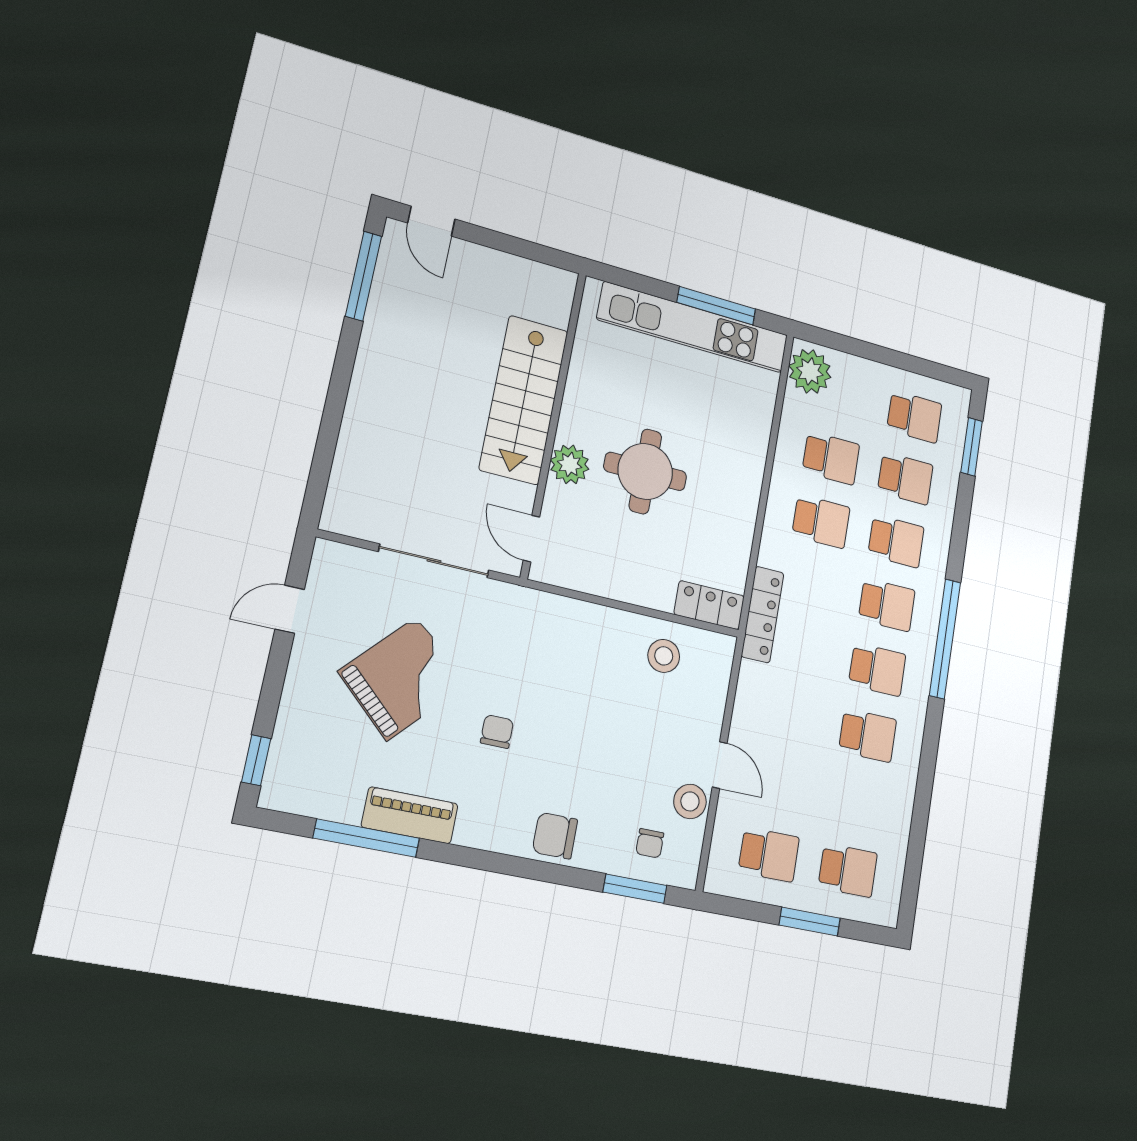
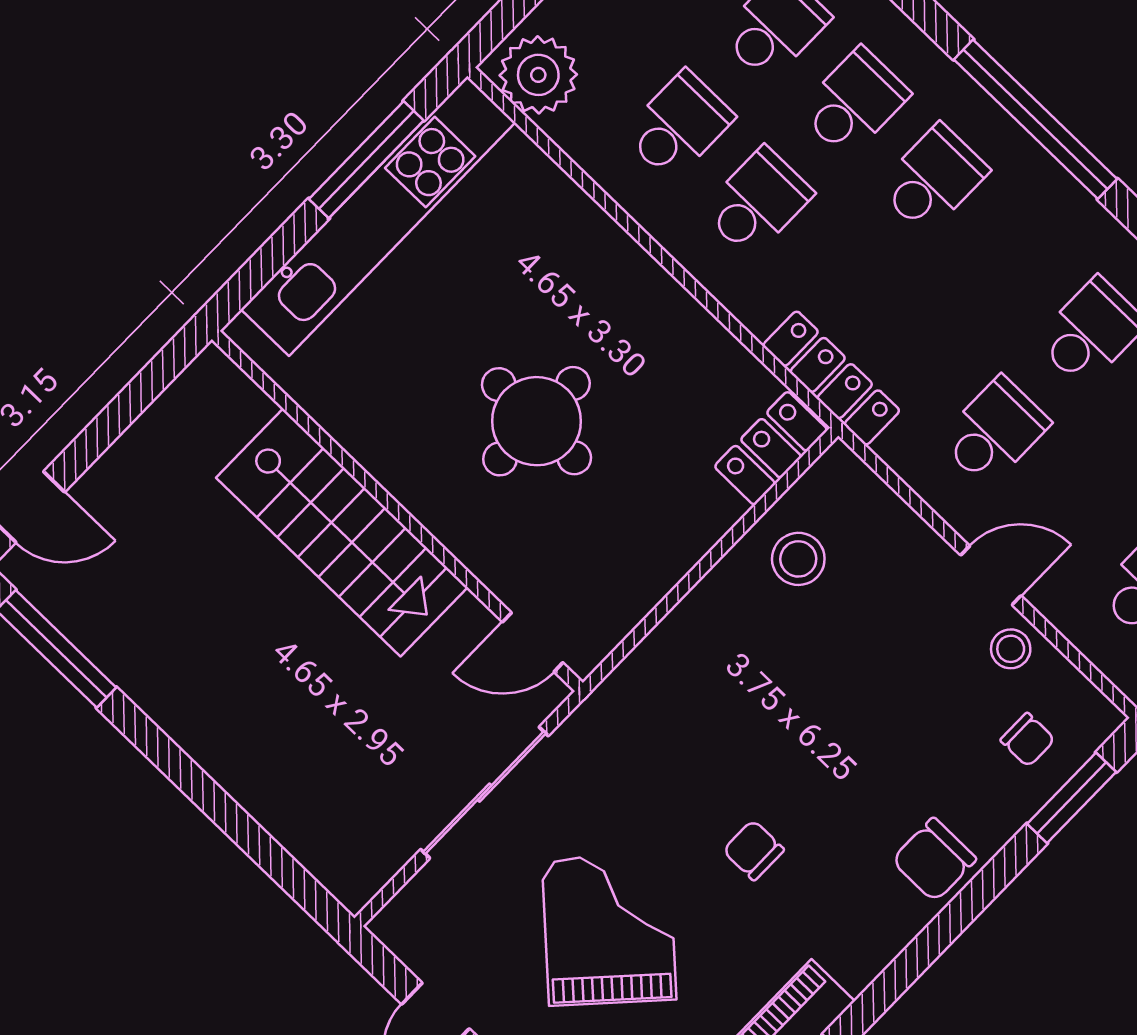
plant: (570, 464) -> (465, 524), removed
school desk: (877, 670) -> (994, 431), moved
stool: (690, 801) -> (1011, 649), width x0.73, depth x0.73

